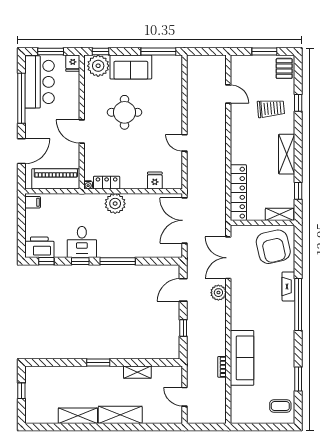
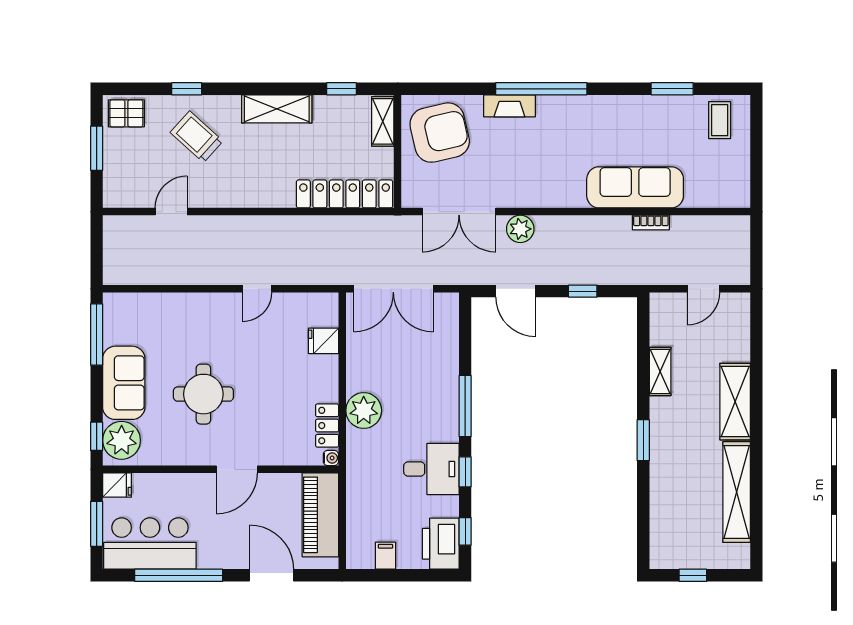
trolley: (271, 108) -> (197, 137), turned -43
filing cabinet: (33, 202) -> (385, 556), moved
shelving: (78, 416) -> (737, 492), width x1.47

